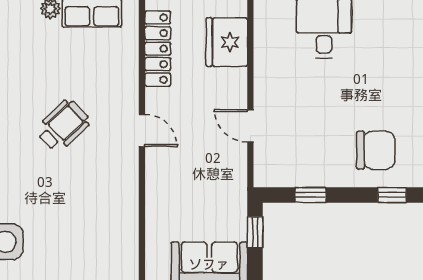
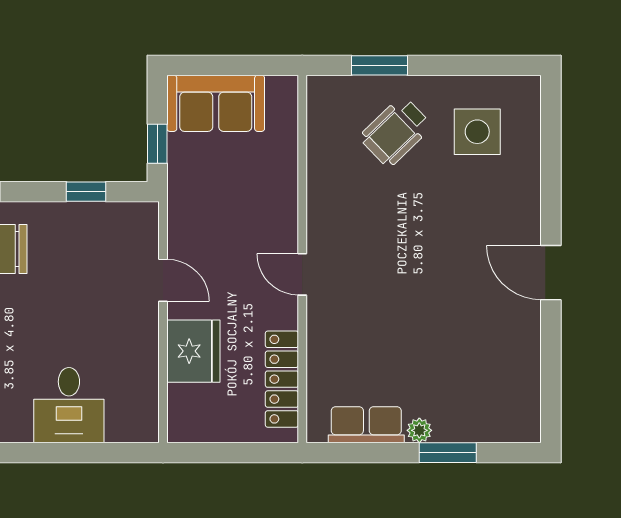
fridge: (227, 42) -> (193, 351), moved
wheelchair: (63, 126) -> (396, 132), moved

